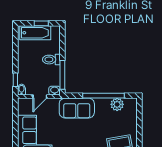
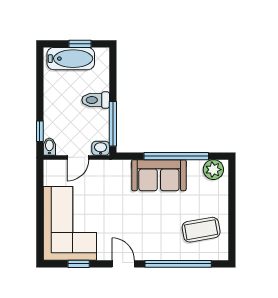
plant: (117, 104) -> (213, 170), moved
sofa: (77, 108) -> (159, 175), moved

